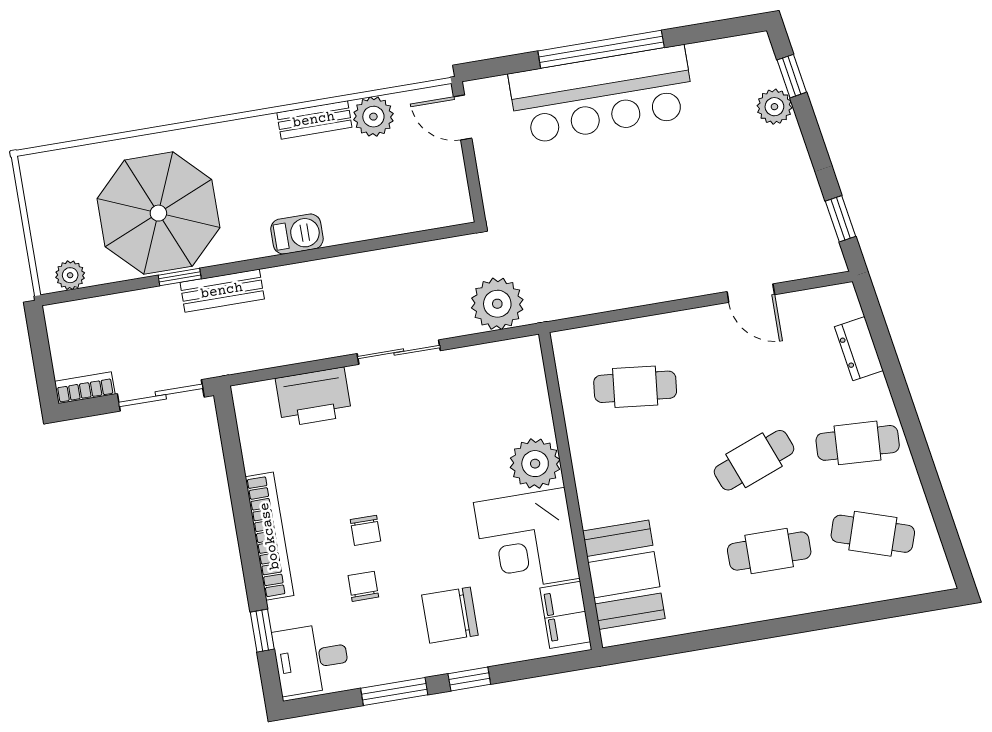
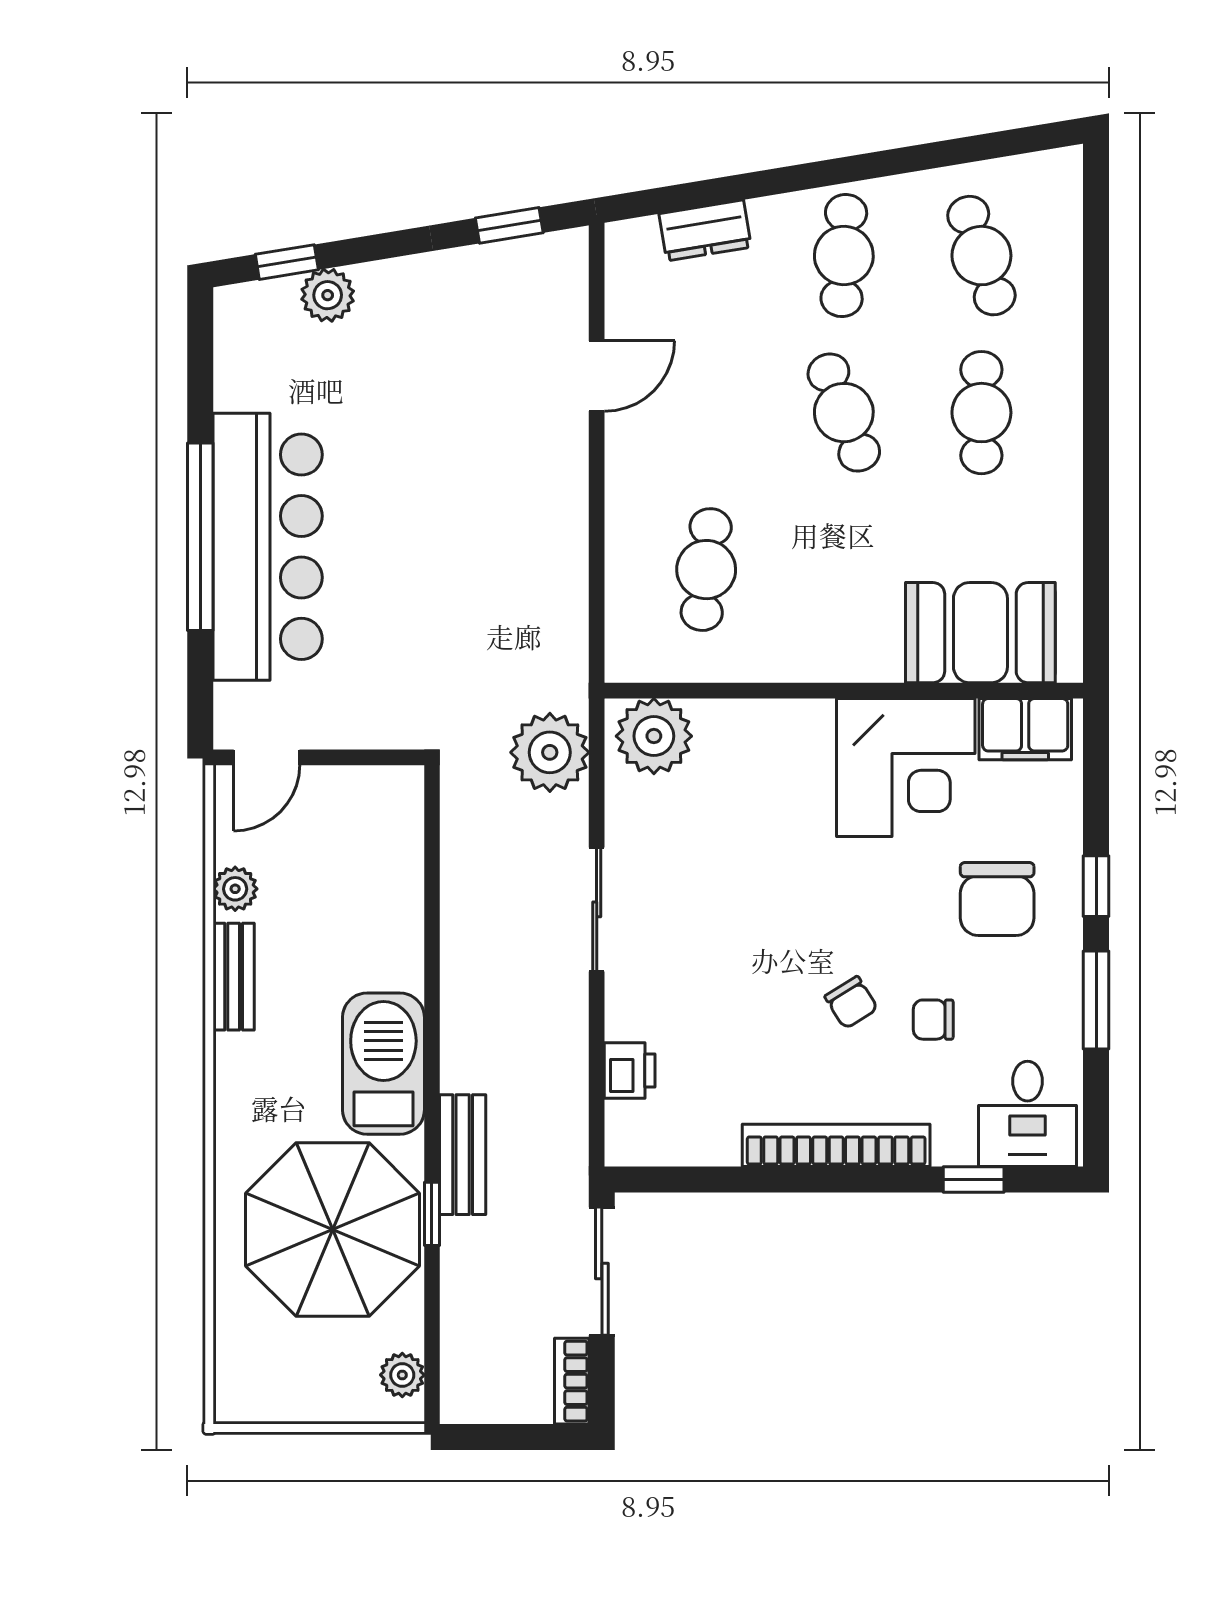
plant: (373, 117) -> (235, 889), width x0.73, depth x0.73
barbecue: (297, 234) -> (383, 1064), width x1.88, depth x1.53
printer: (314, 397) -> (630, 1070), width x0.53, depth x0.68
plant: (535, 464) -> (654, 736), moved
chair: (365, 530) -> (851, 1003), turned 58
cafe table: (873, 534) -> (981, 256), turned -36

